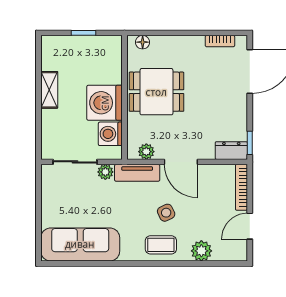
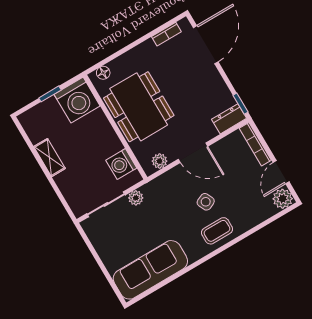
dining table: (156, 92) -> (139, 107), width x1.38
washing machine: (105, 103) -> (77, 100), moved, turned -90
tv unit: (137, 173) -> (162, 183), removed
plant: (201, 251) -> (283, 199), moved

